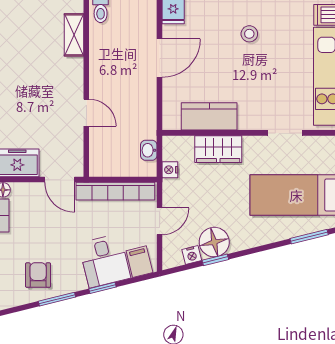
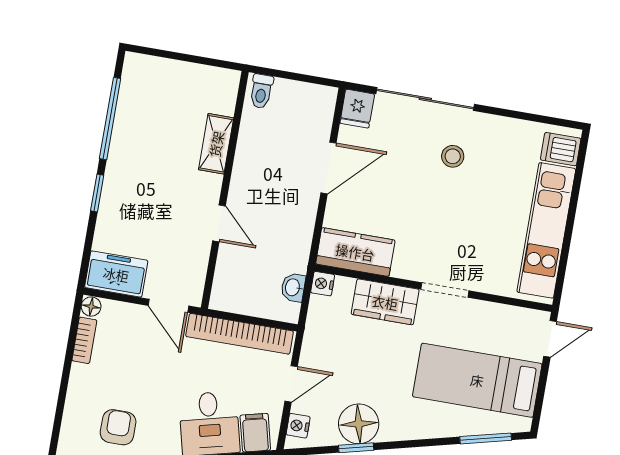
shelving: (74, 35) -> (216, 144), moved
kitchen counter: (209, 116) -> (355, 252), moved
doorway: (285, 133) -> (445, 290), moved
nightstand: (170, 170) -> (323, 284), moved
nightstand: (192, 255) -> (298, 426), moved, turned 104

